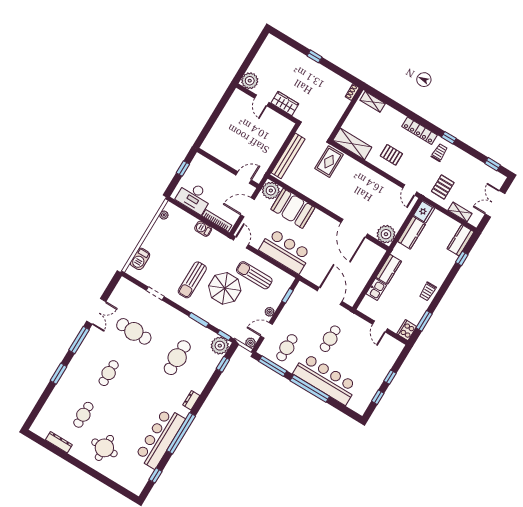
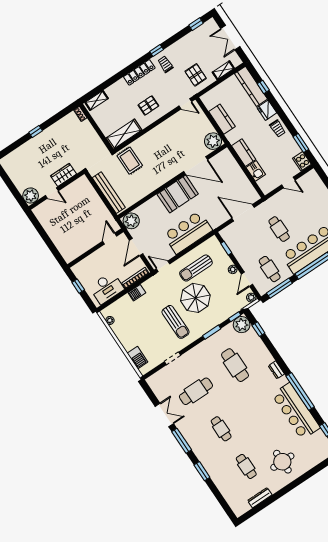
booth: (293, 208) -> (178, 194), moved
fridge: (424, 212) -> (267, 110), moved, turned 180
kitchen counter: (460, 240) -> (251, 86), width x1.50

